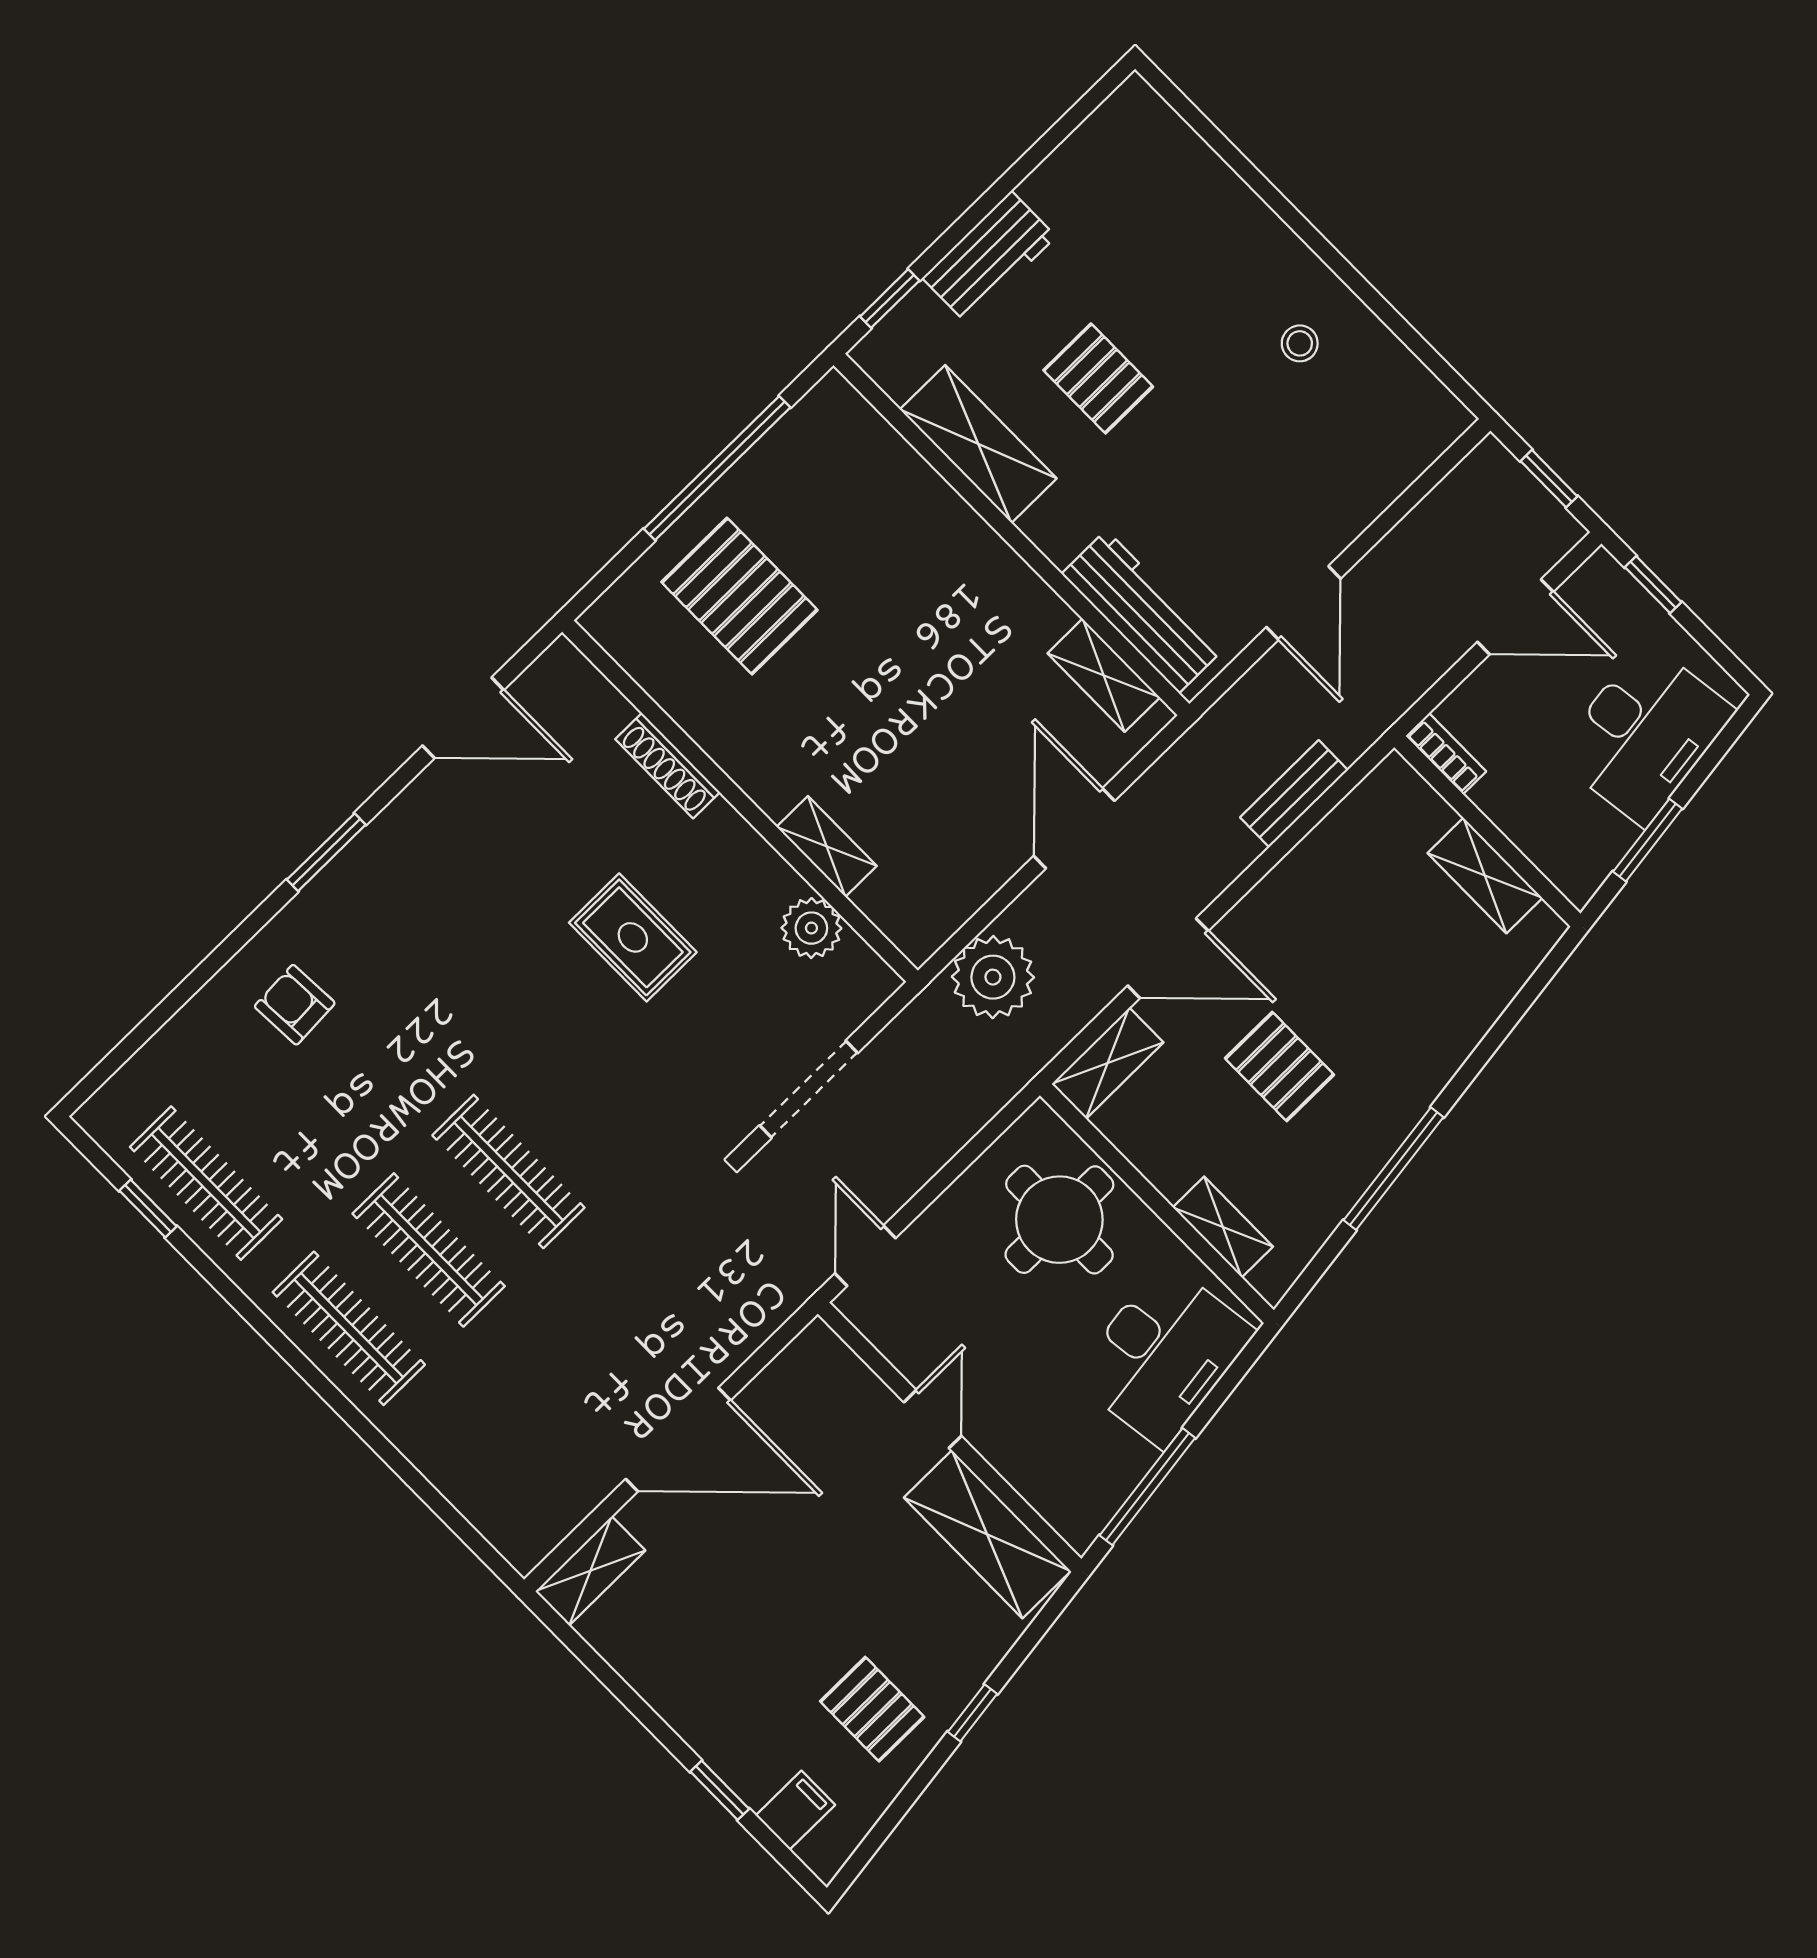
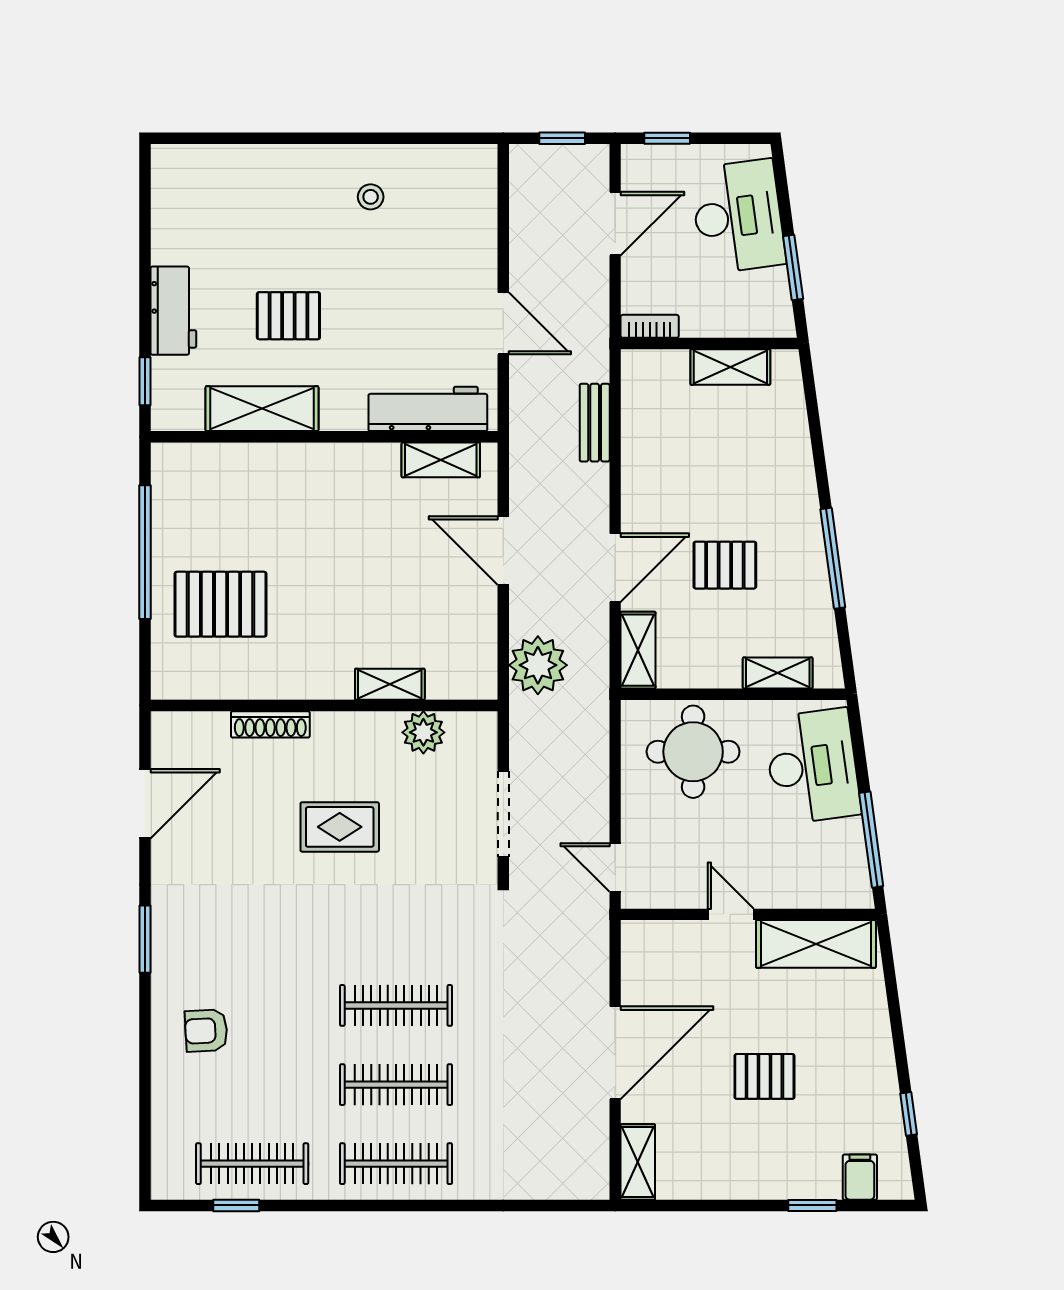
pallet: (872, 1709) -> (764, 1076), moved
window: (972, 1713) -> (909, 1114), moved

